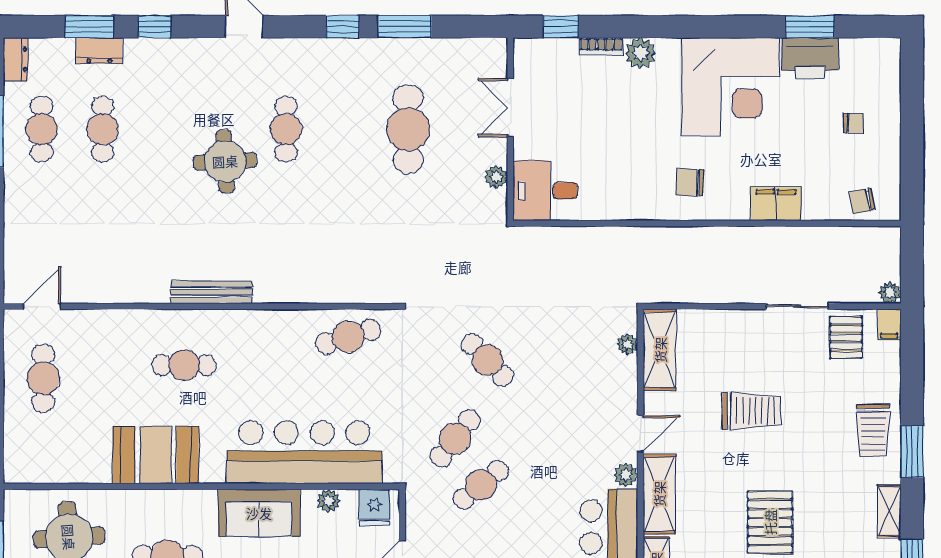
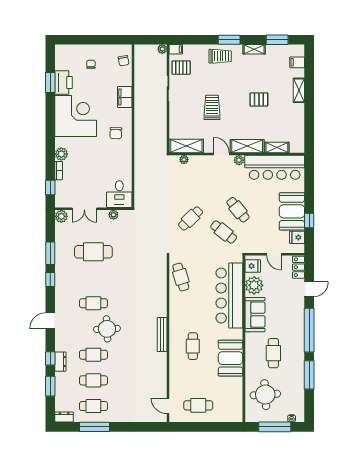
dresser: (99, 51) -> (60, 362), moved
plant: (492, 53) -> (61, 216), added
cafe table: (164, 129) -> (93, 355), added
cafe table: (481, 485) -> (238, 210), moved
plant: (329, 501) -> (254, 285), width x1.87, depth x1.87
pallet: (770, 522) -> (259, 99), width x0.67, depth x0.71

